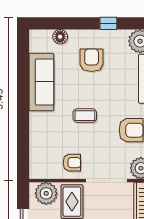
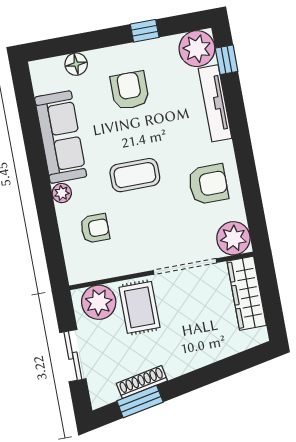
coffee table: (85, 116) -> (135, 175), width x1.36, depth x1.30
plant: (35, 118) -> (62, 193), added
armchair: (72, 163) -> (95, 228), moved

